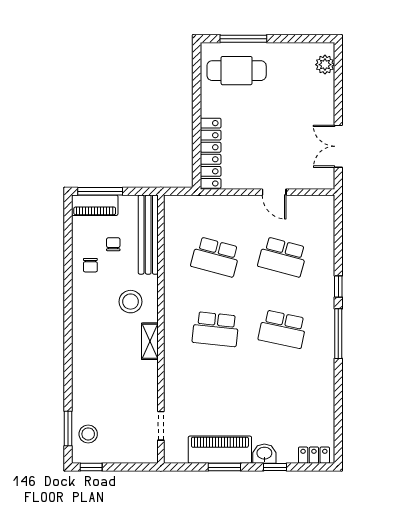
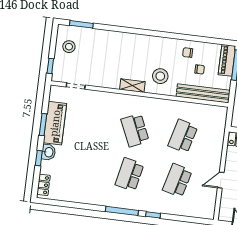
school desk: (216, 329) -> (135, 130), turned -30
stool: (88, 434) -> (69, 47), moved
window: (91, 467) -> (50, 66), moved

